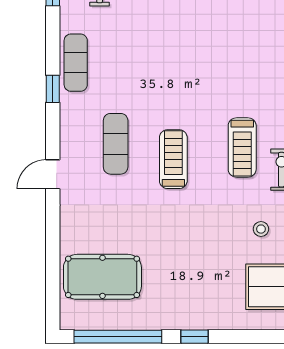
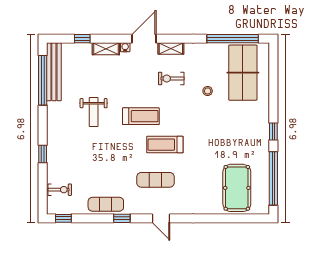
weight bench: (227, 43) -> (94, 112), added
treadmill: (242, 147) -> (141, 116), moved
door: (53, 174) -> (161, 218), moved

